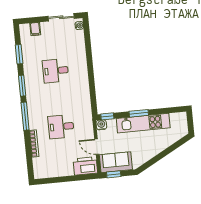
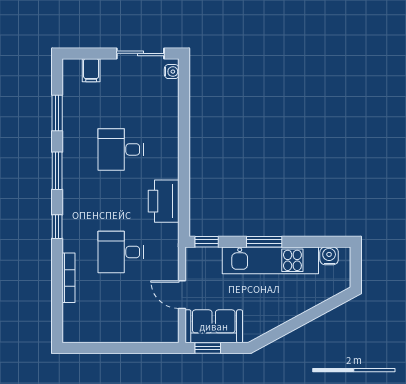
window: (25, 116) -> (57, 227), width x0.46
water cooler: (101, 125) -> (329, 256), moved
printer: (85, 166) -> (164, 201), moved, turned -90

